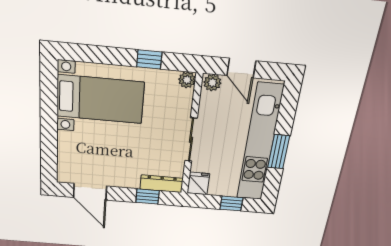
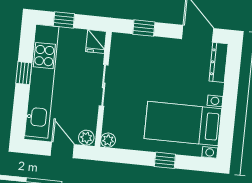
window: (149, 59) -> (165, 160), moved
window: (279, 152) -> (24, 73), width x0.67
dresser: (162, 184) -> (219, 62), moved, turned 90

